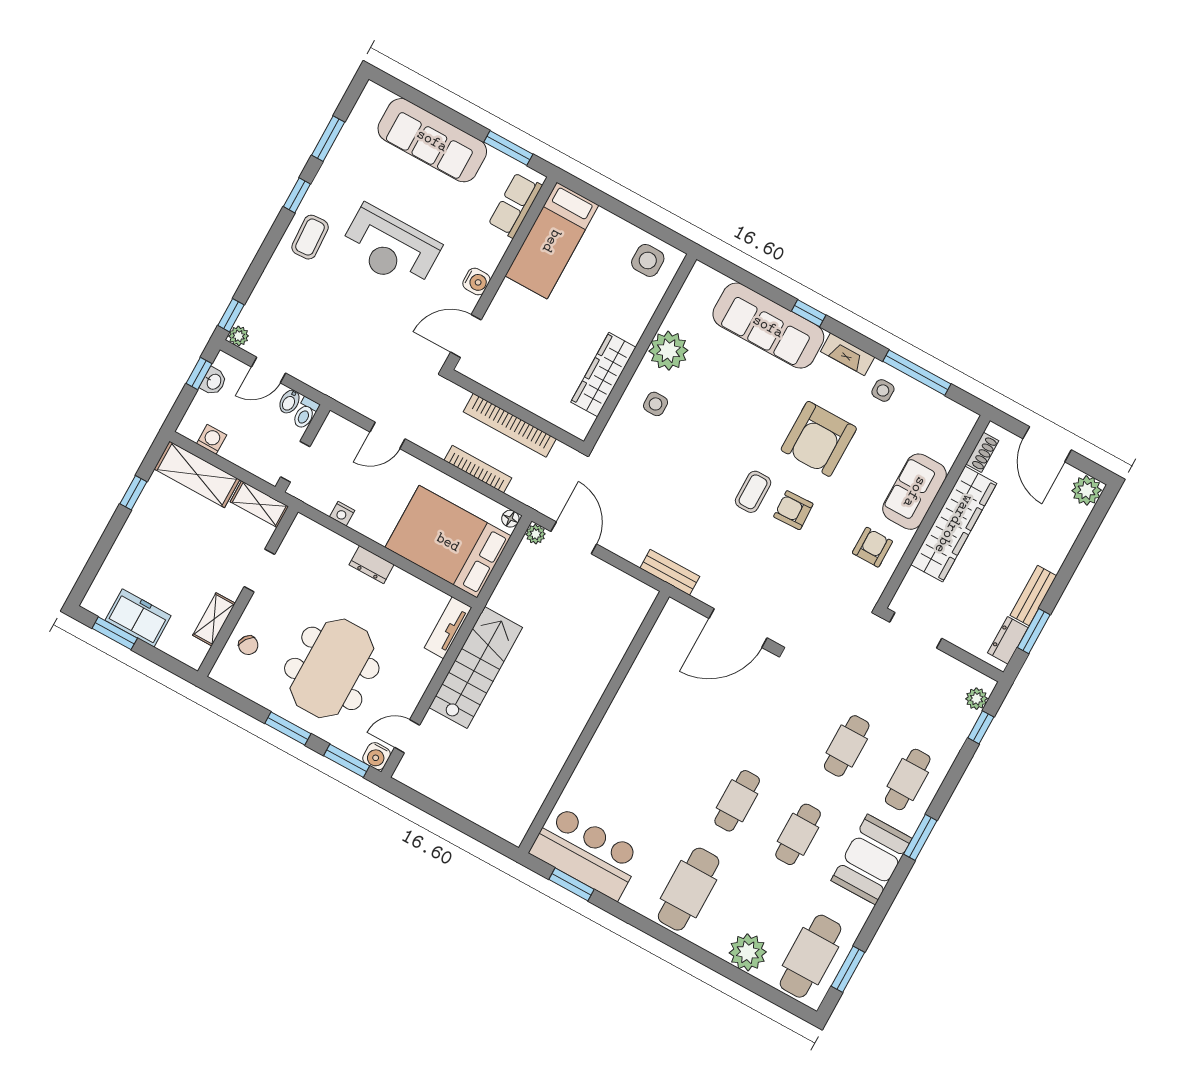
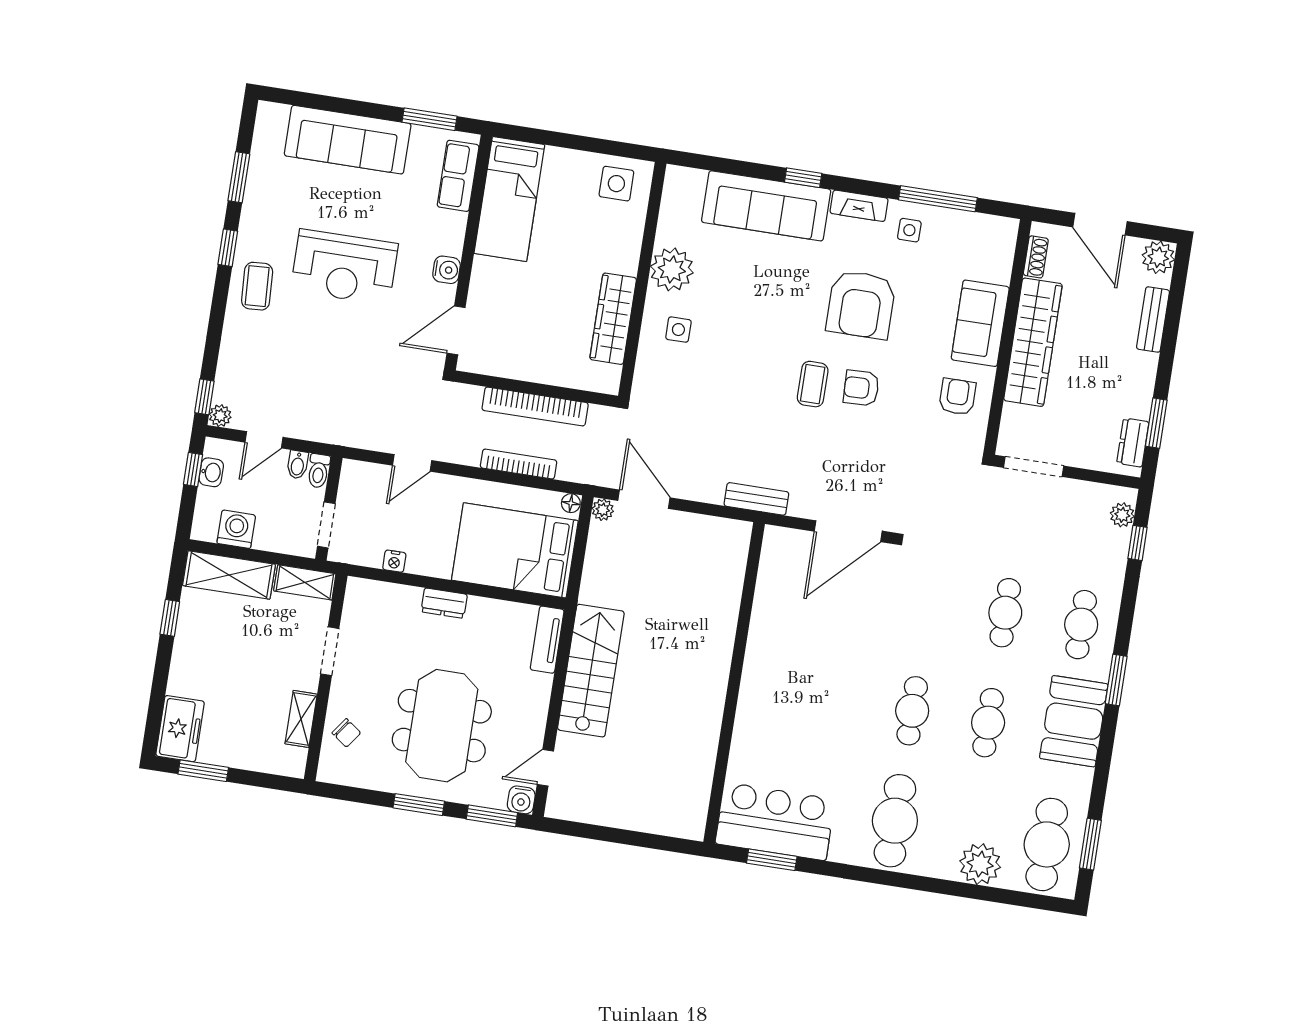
washing machine: (212, 439) -> (236, 529), width x1.38, depth x1.38
bench: (1033, 596) -> (1153, 320), moved
freezer: (138, 618) -> (180, 729), moved, turned 90

